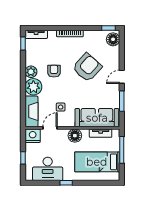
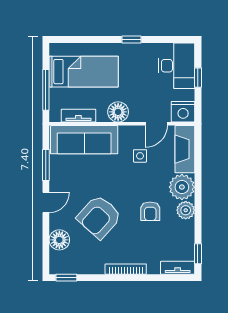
floor lamp: (113, 39) -> (59, 240), moved
desk: (48, 169) -> (177, 66), moved, turned 90

